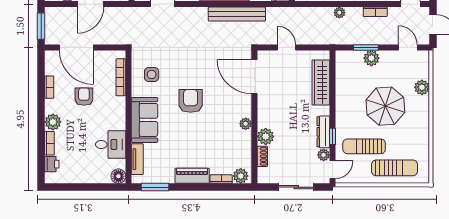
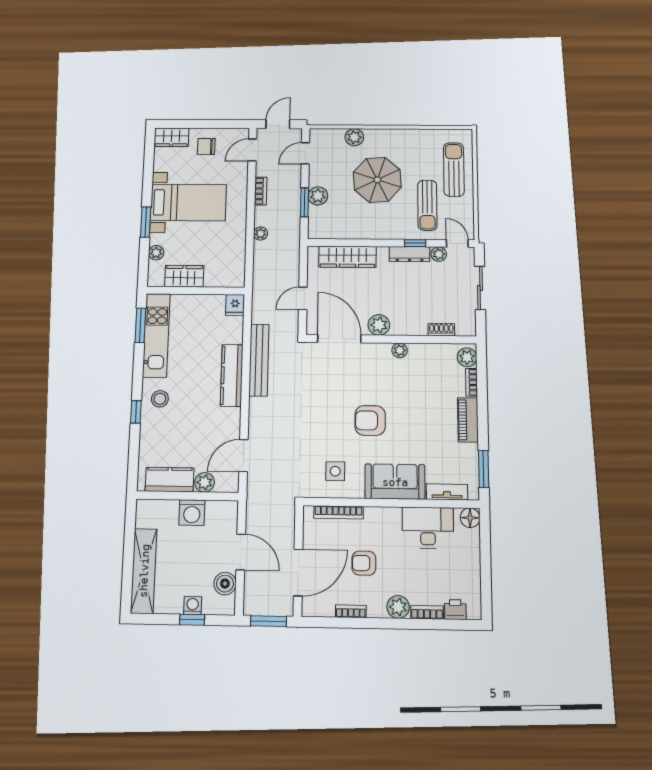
door: (254, 77) -> (339, 339), swing flipped
plant: (266, 136) -> (379, 325), moved
desk: (111, 145) -> (428, 528), width x1.37

